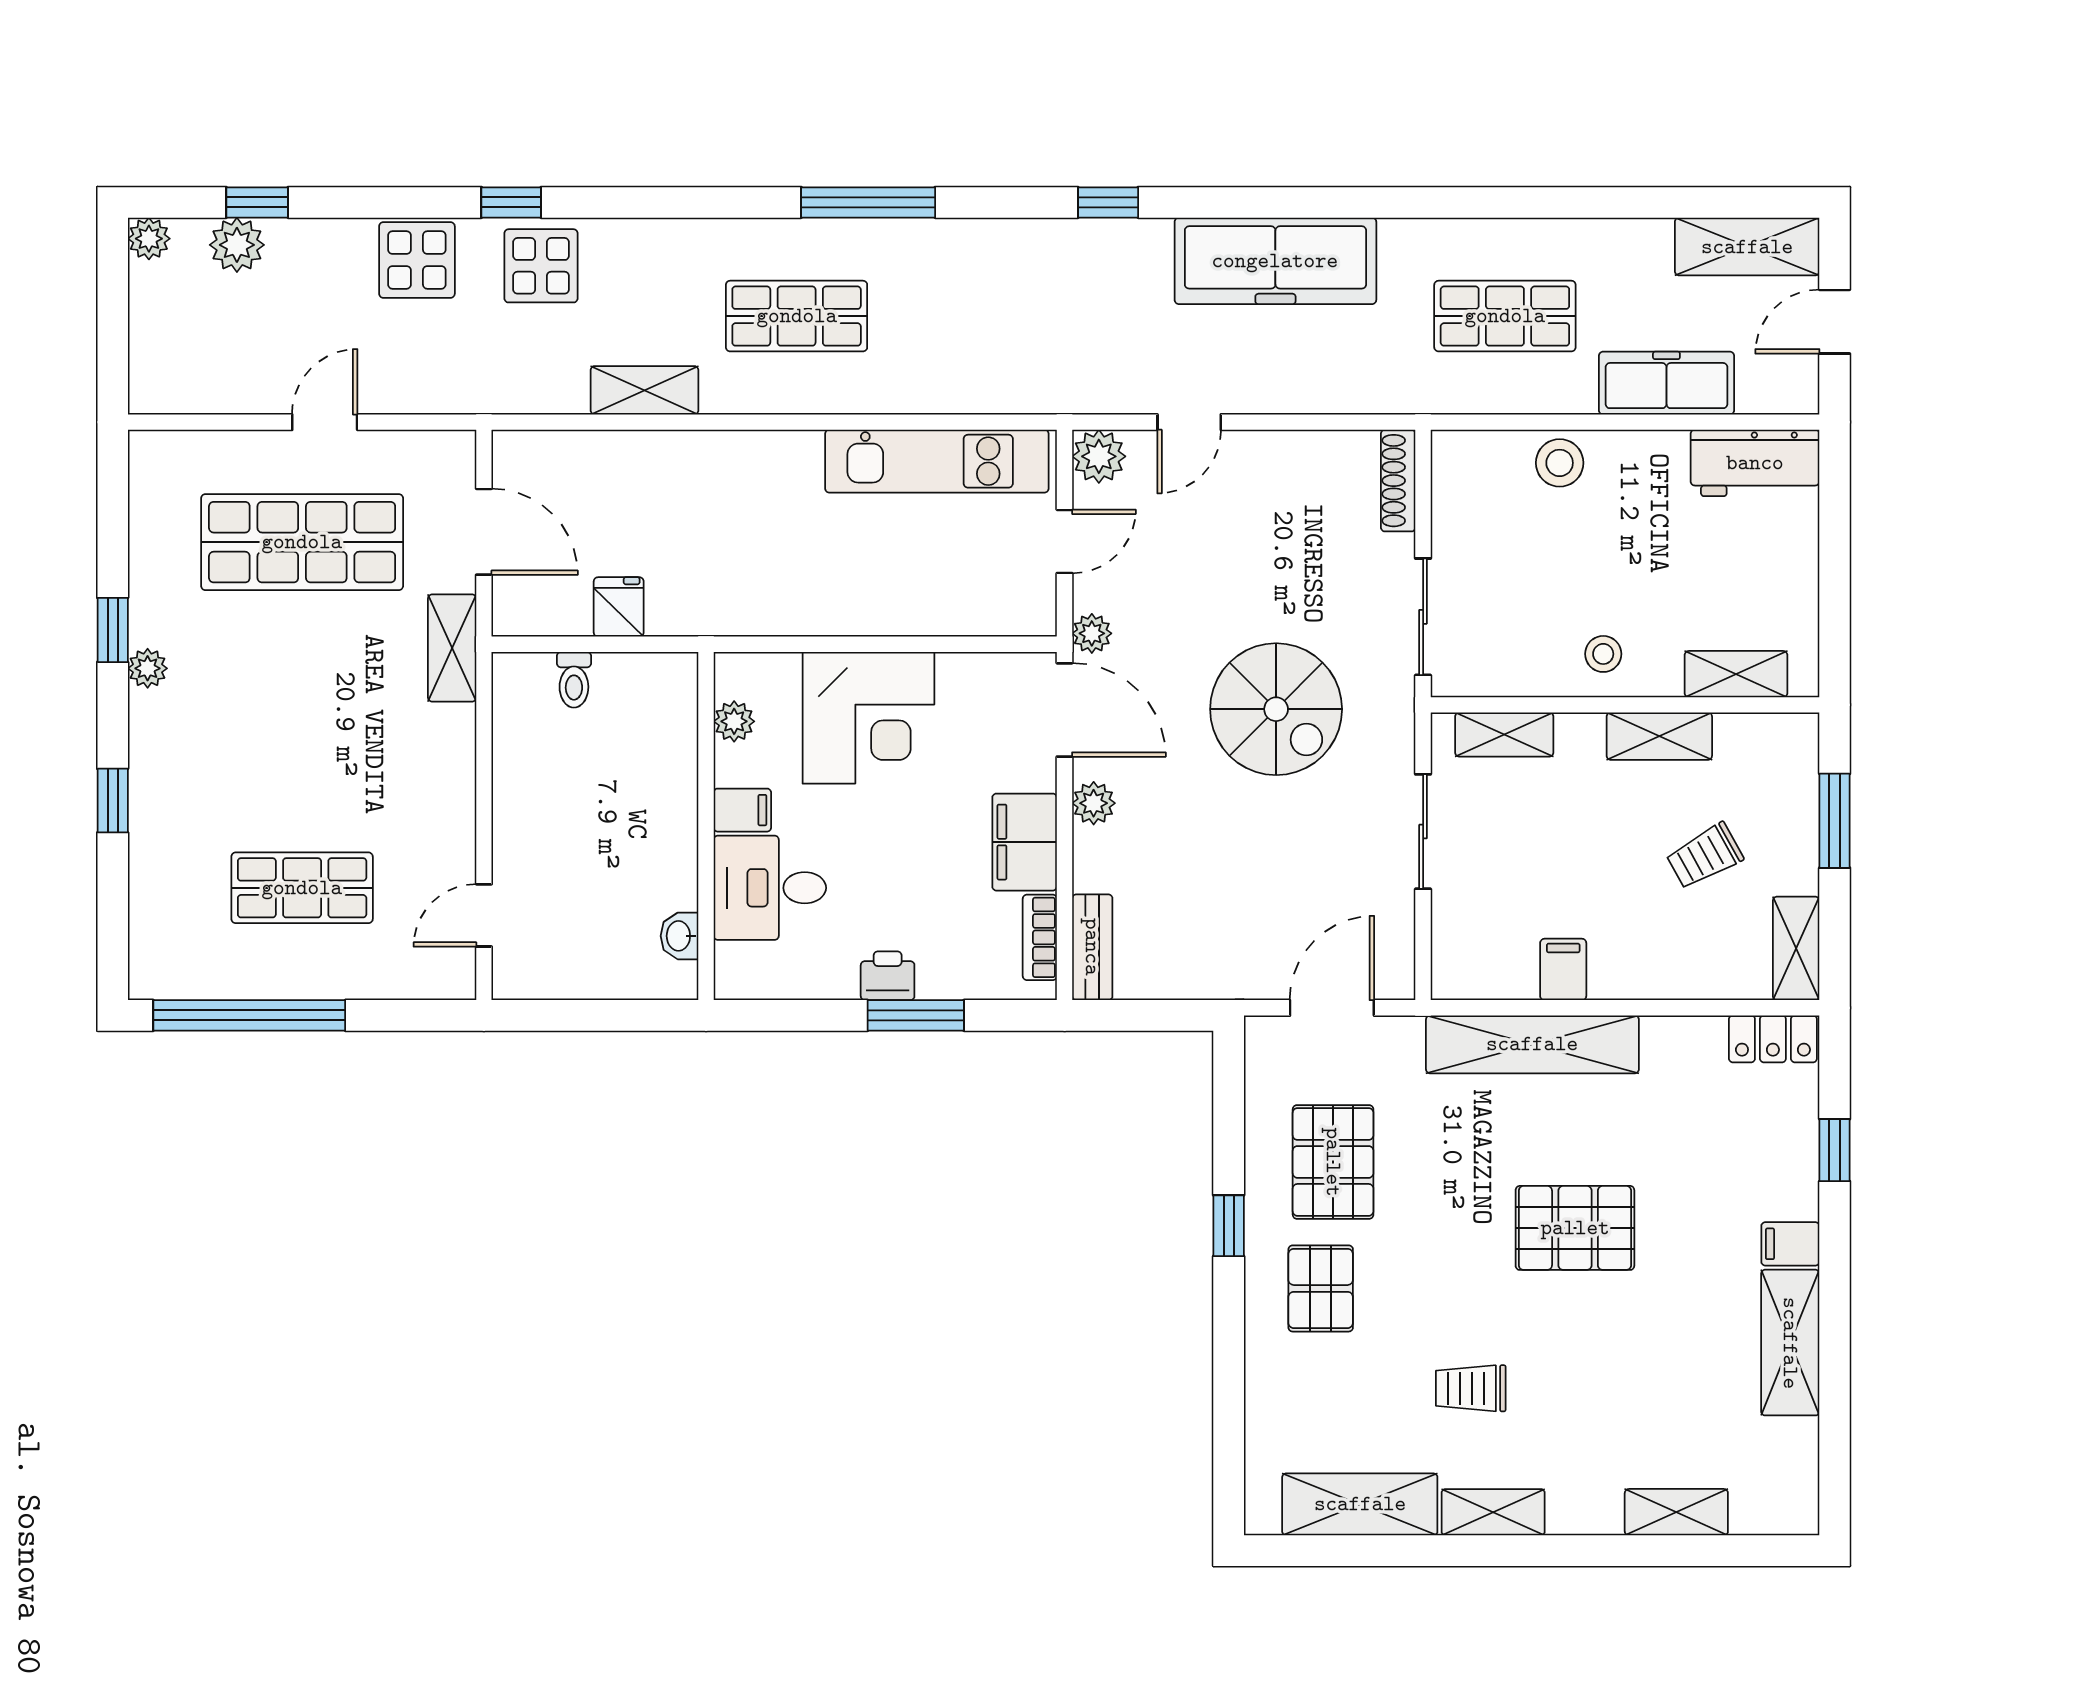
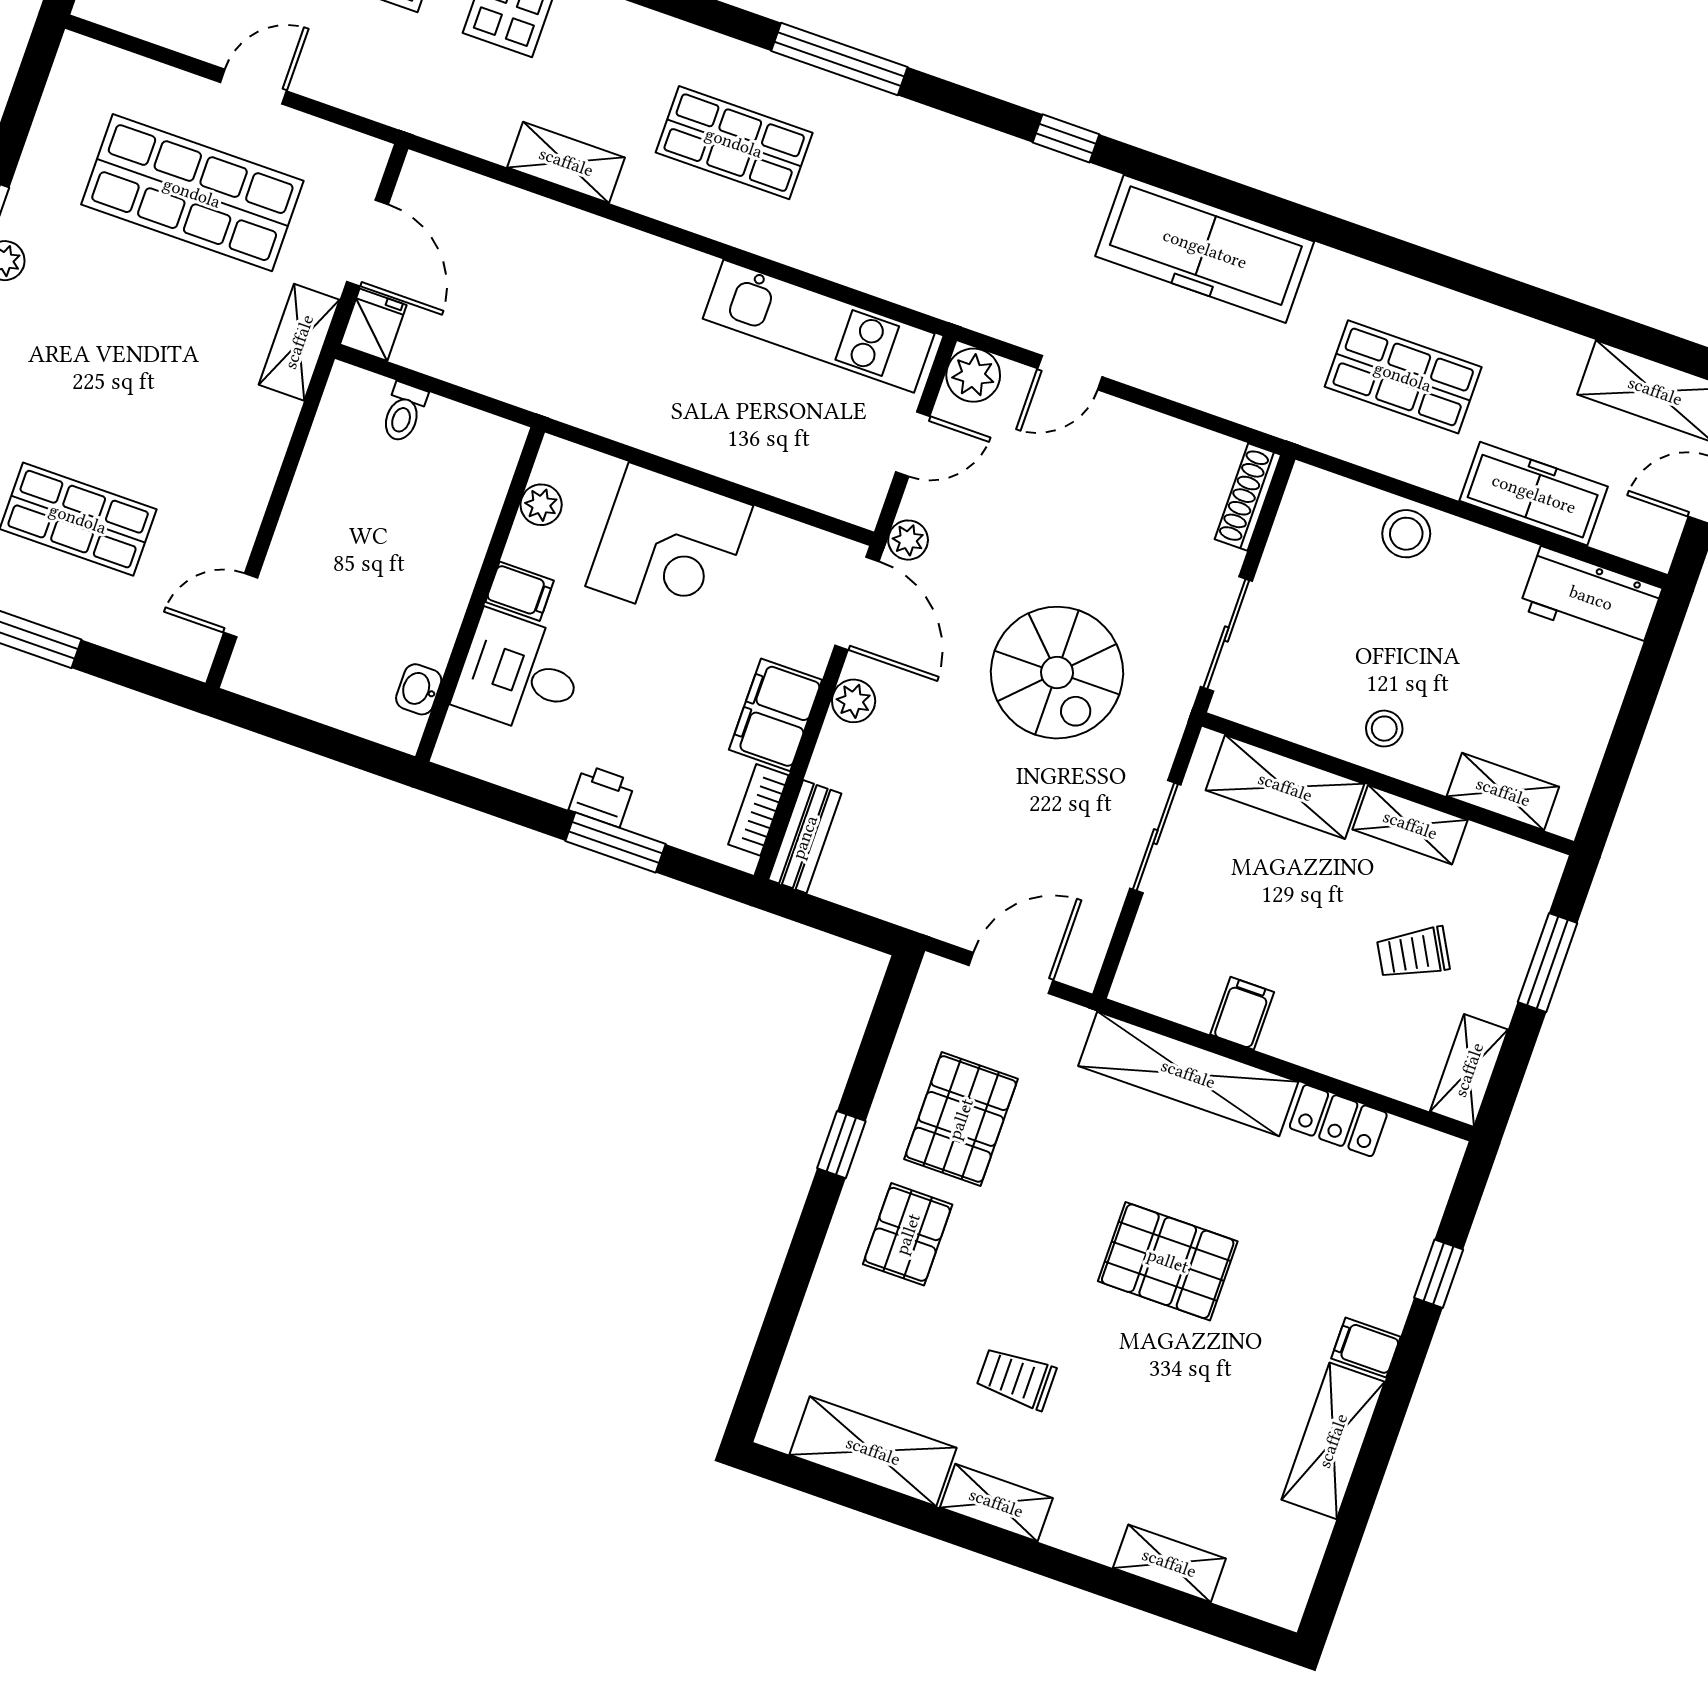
fridge: (619, 607) -> (373, 325), moved
shelving: (1504, 735) -> (1285, 787), width x1.50, depth x1.33
locker: (1773, 1039) -> (1338, 1121), moved

